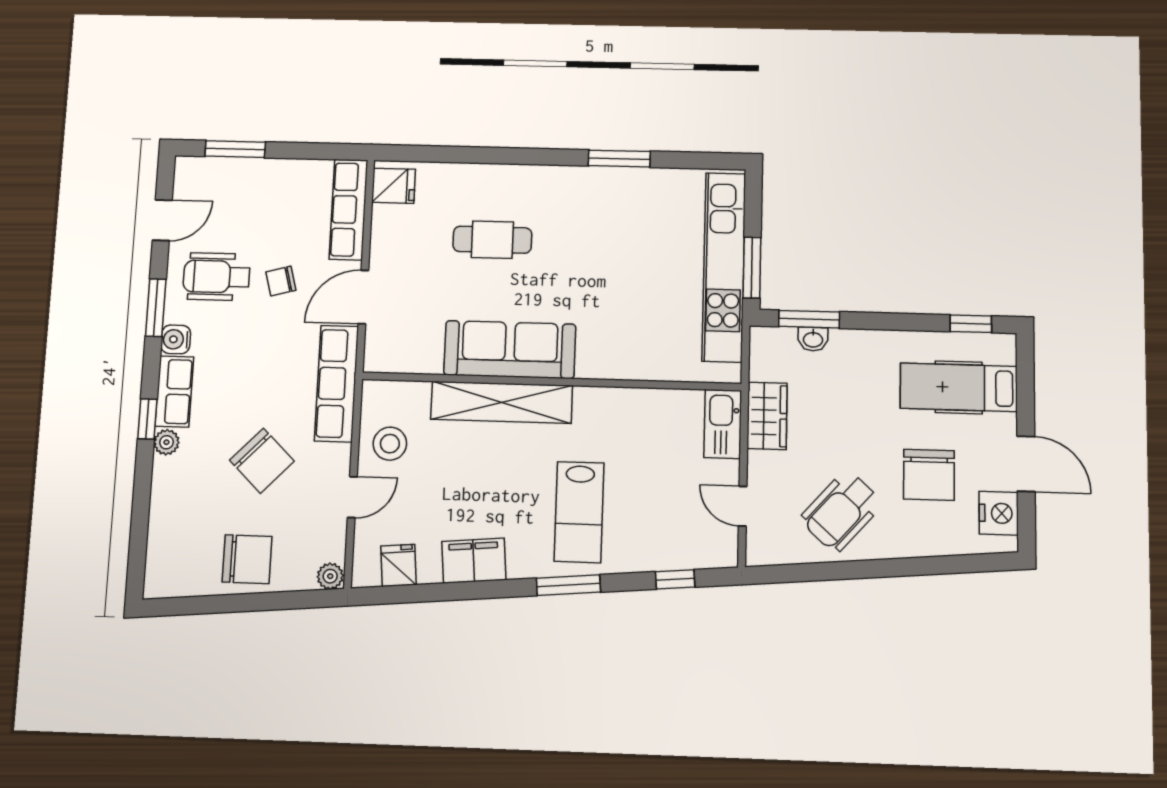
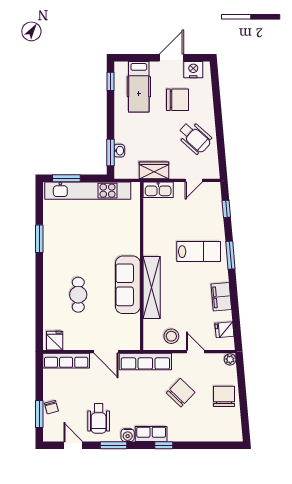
window: (752, 268) -> (66, 178), moved
chair: (281, 281) -> (51, 407), moved
plant: (166, 442) -> (174, 436), removed

